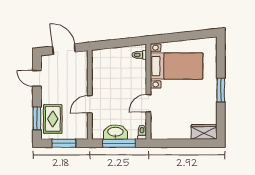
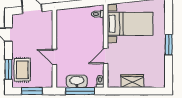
door: (90, 104) -> (54, 57), hinge flipped
wardrobe: (204, 132) -> (132, 81), moved

